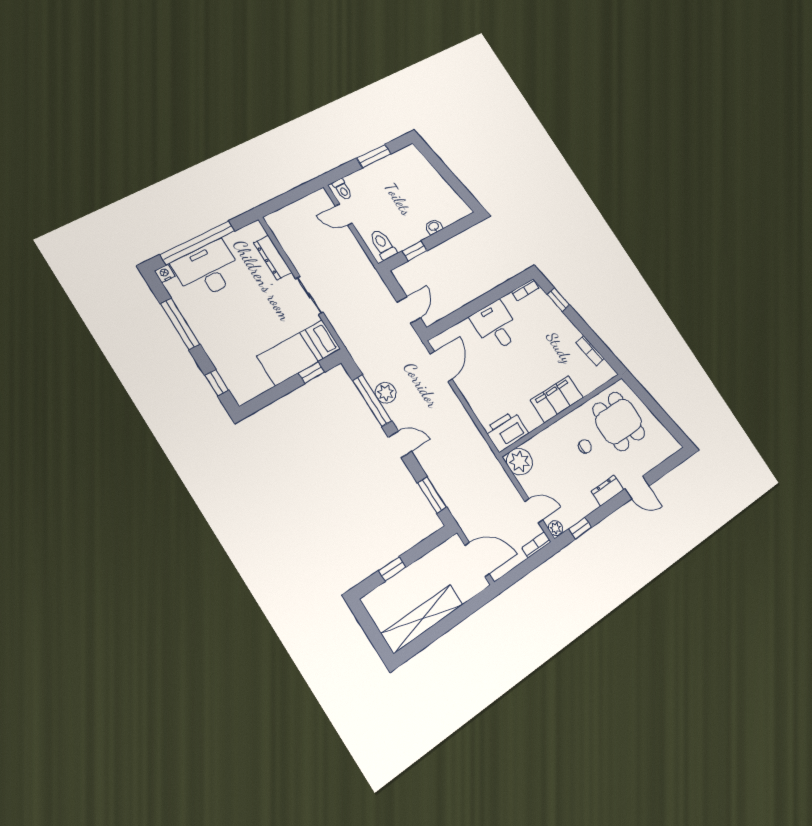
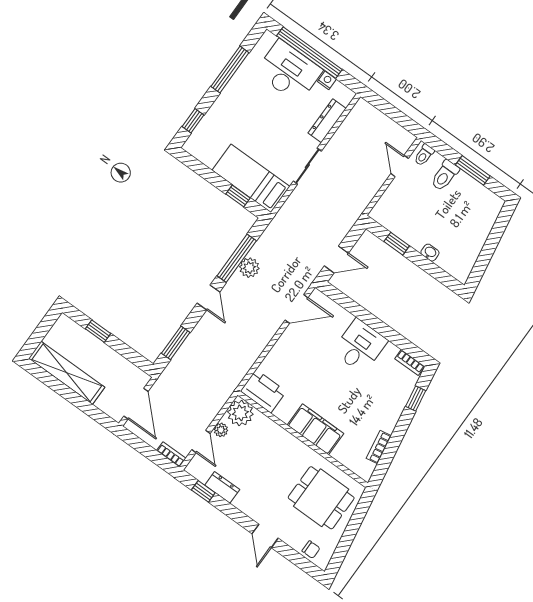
toilet: (383, 245) -> (445, 175), moved, turned 180
nightstand: (165, 274) -> (327, 80), moved
dining table: (619, 421) -> (321, 498), turned 90
chair: (585, 446) -> (311, 550), moved
dresser: (607, 490) -> (222, 487), moved
plant: (556, 528) -> (221, 430), moved

